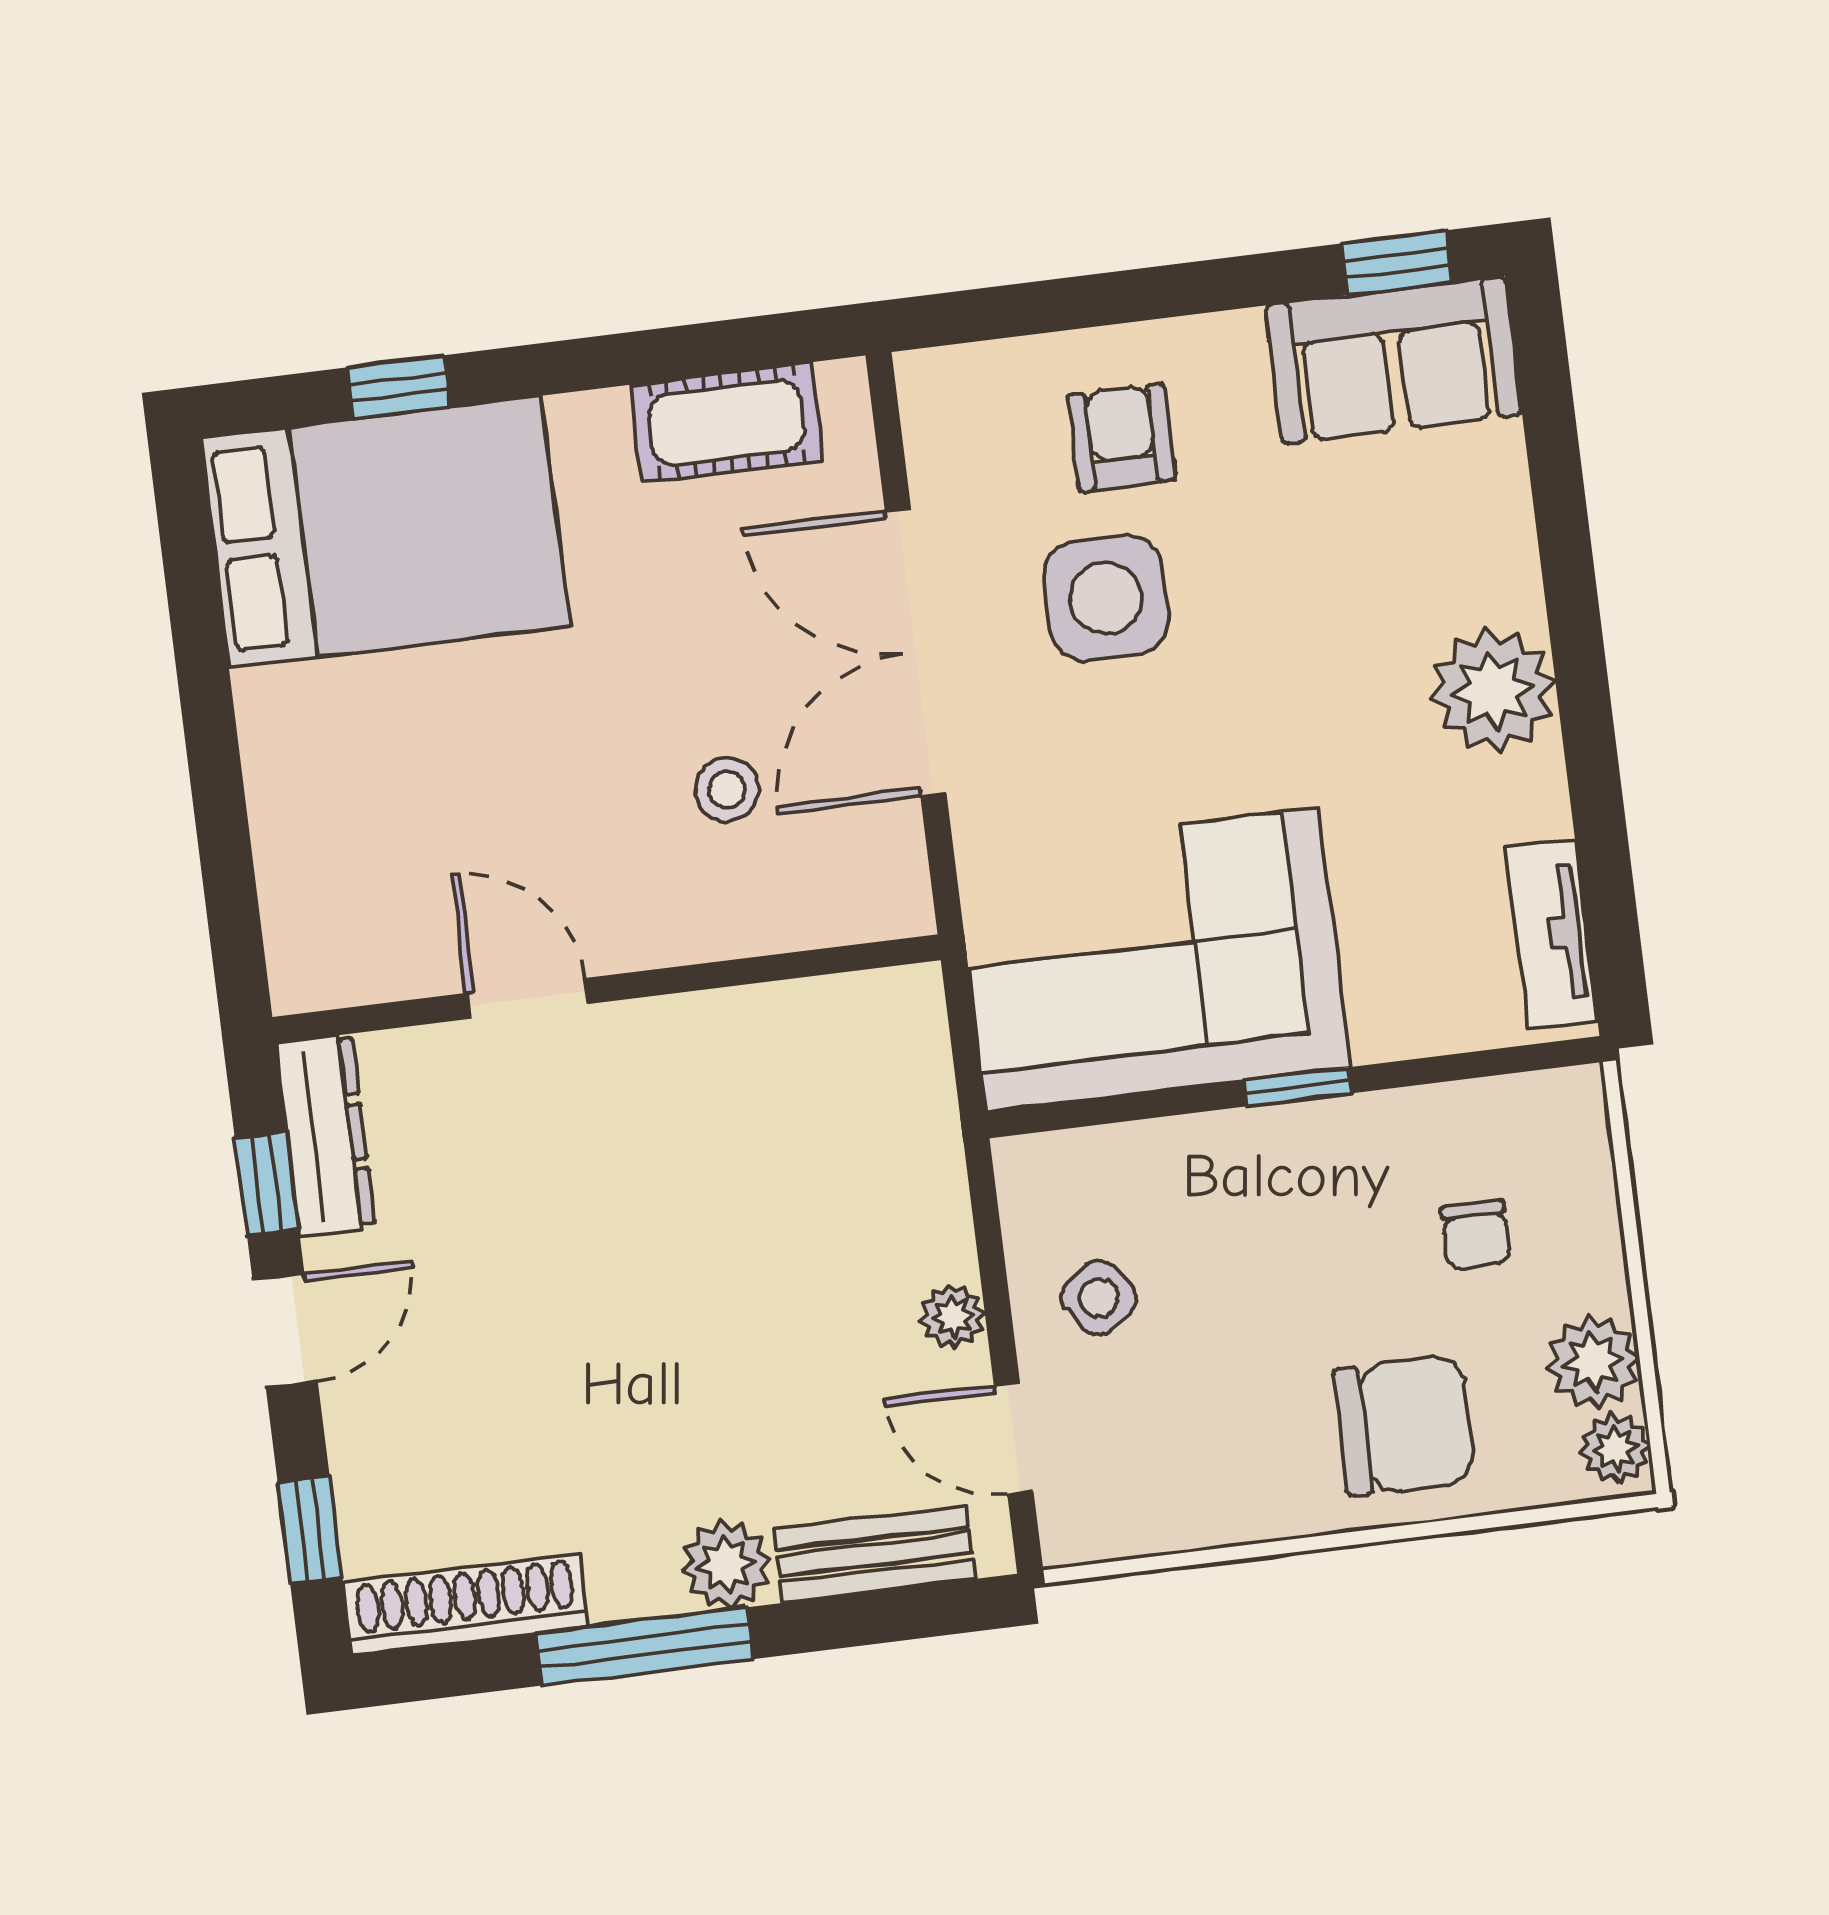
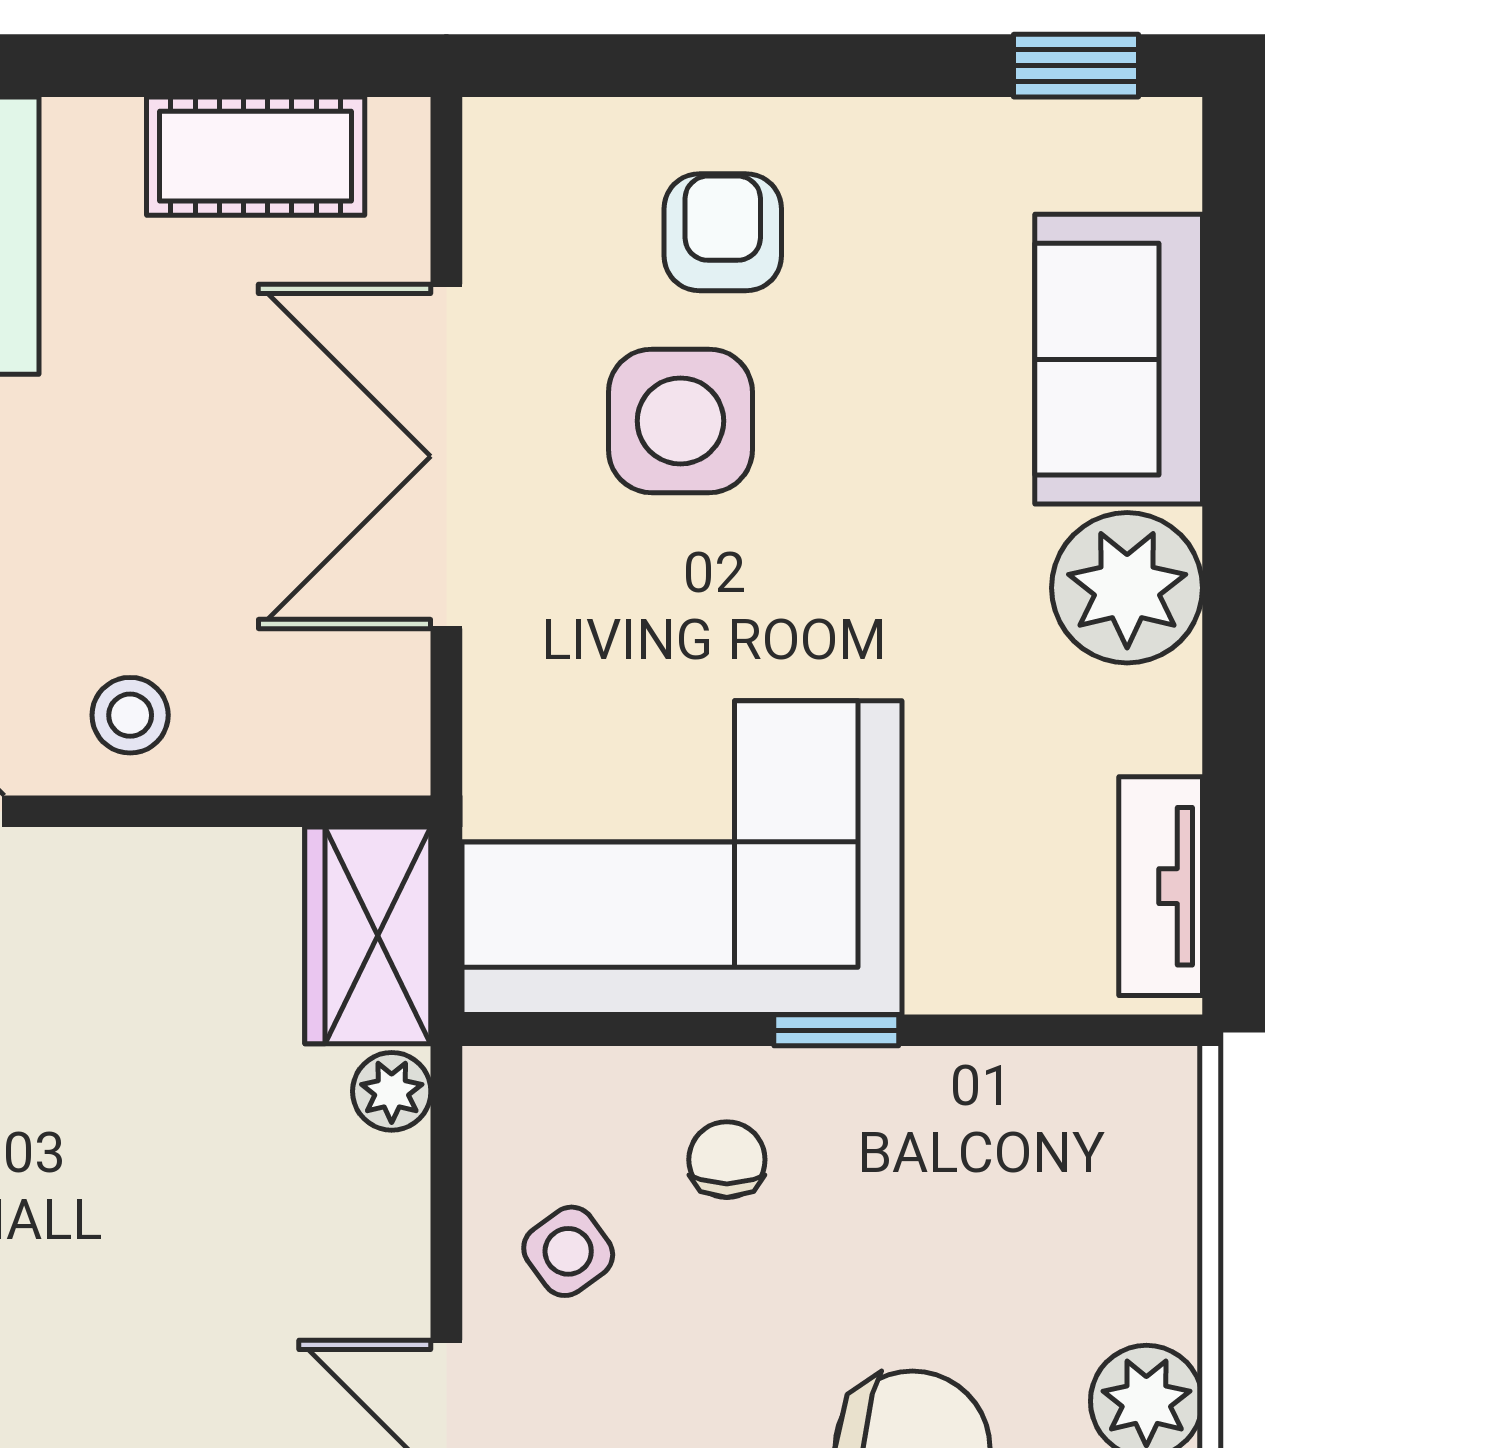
sofa: (1393, 360) -> (1119, 359), moved, turned 90
stool: (727, 790) -> (130, 715), moved
wardrobe: (900, 1057) -> (368, 935), added
chair: (1476, 1235) -> (727, 1160), moved, turned 180
plant: (952, 1317) -> (392, 1091), moved

